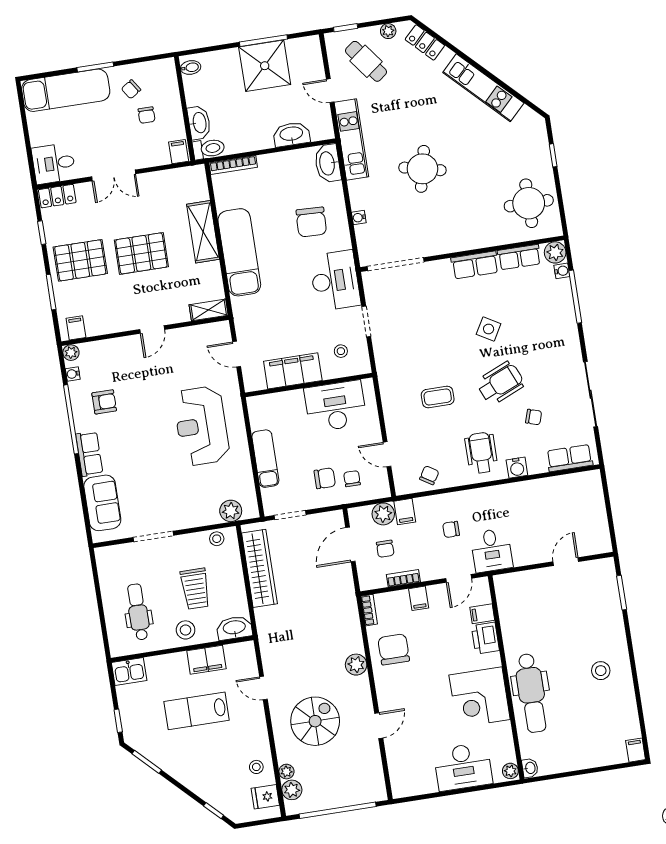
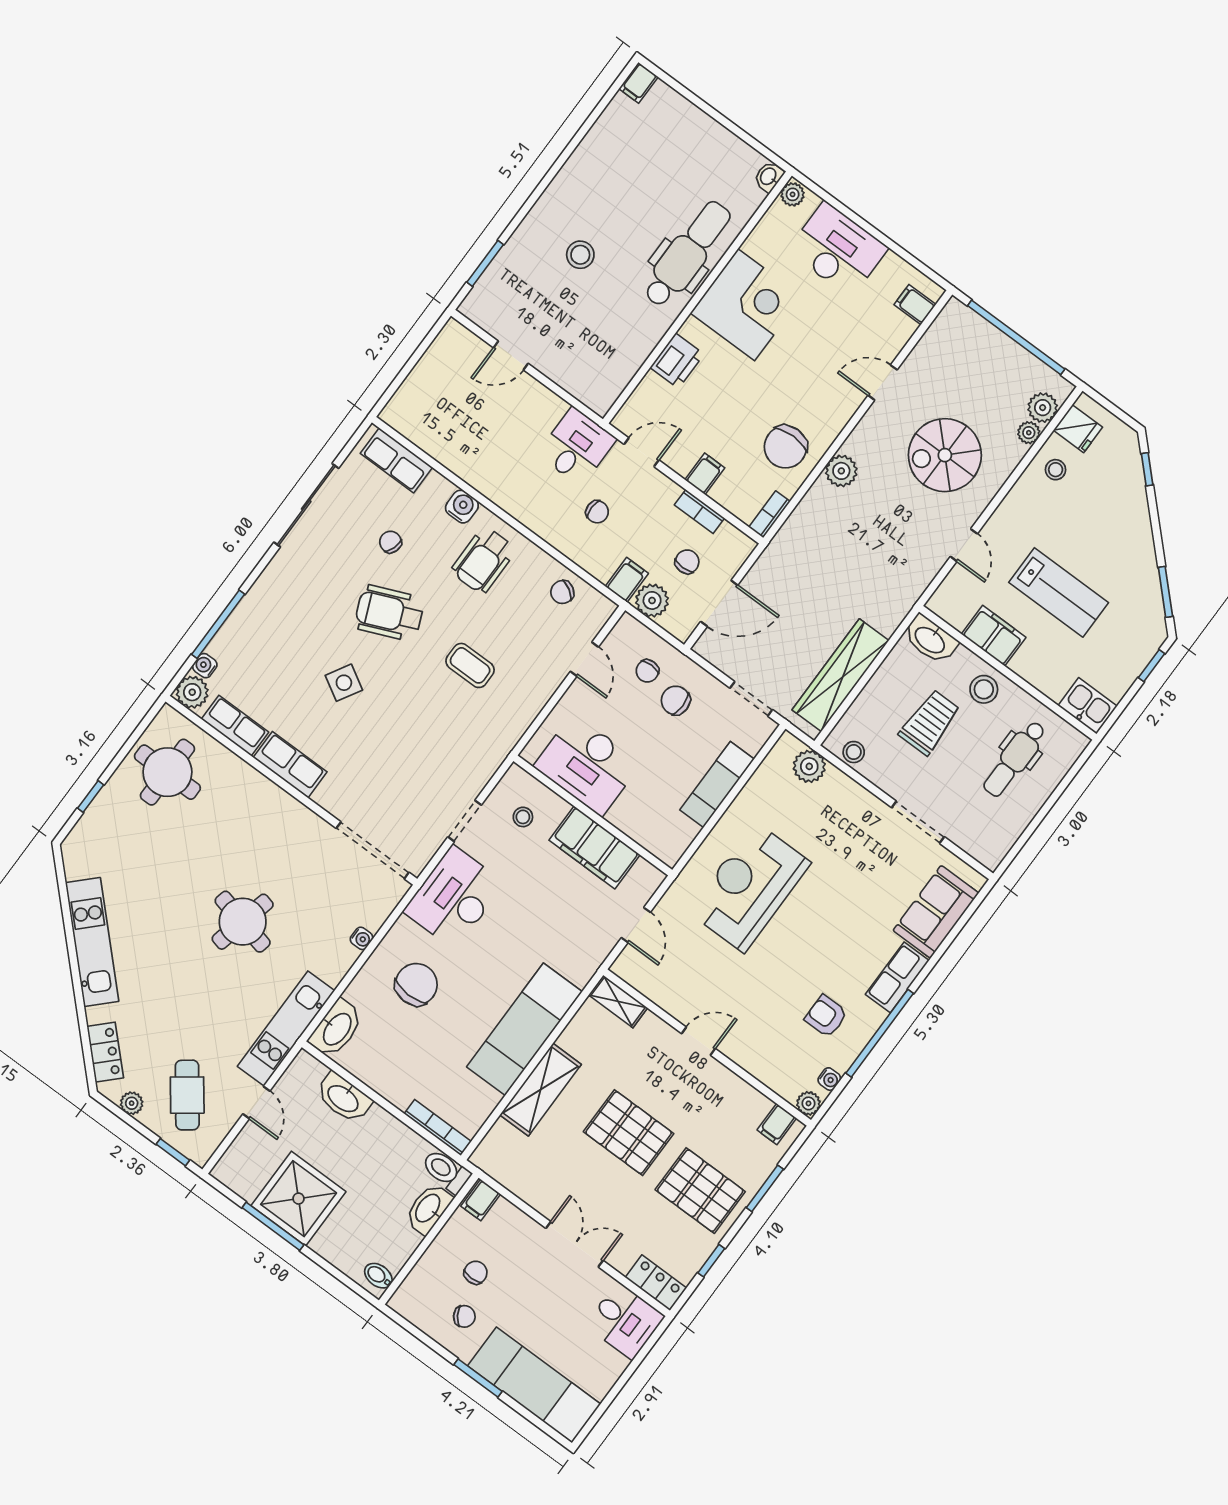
reception desk: (201, 426) -> (749, 887), turned 180
filing cabinet: (482, 614) -> (915, 305), moved, turned 180
stool: (601, 671) -> (580, 255), moved

